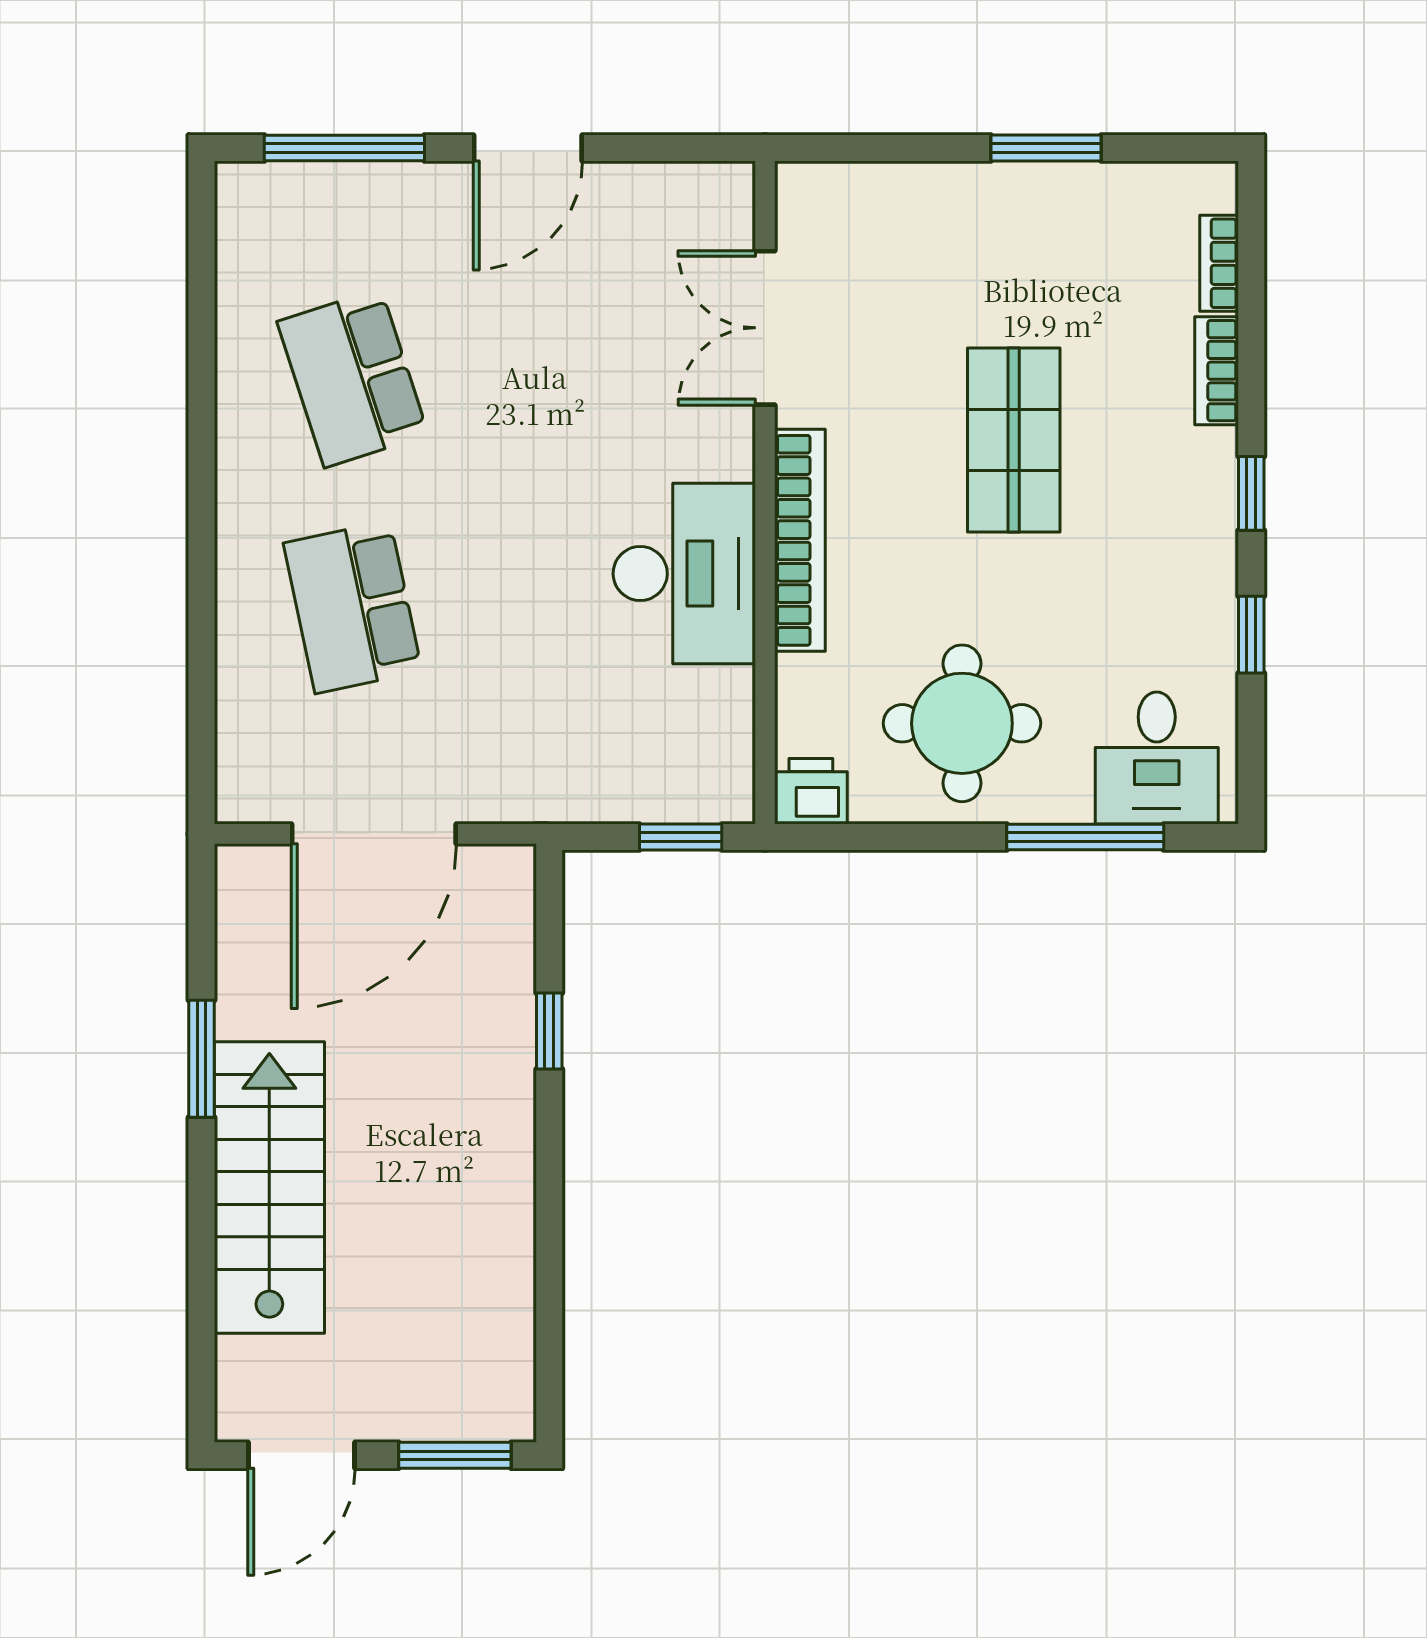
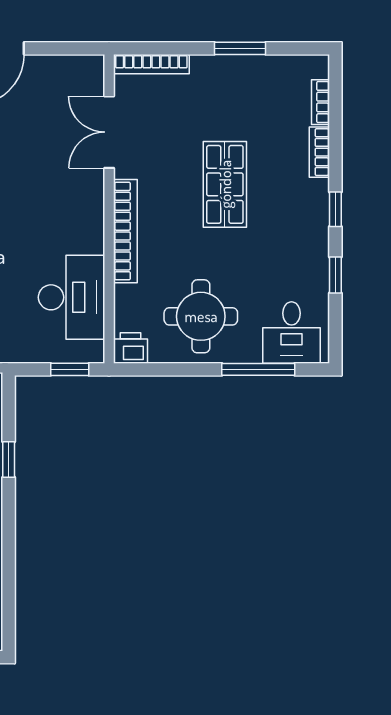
bookcase: (856, 182) -> (151, 64), added
desk: (684, 574) -> (71, 297), moved

